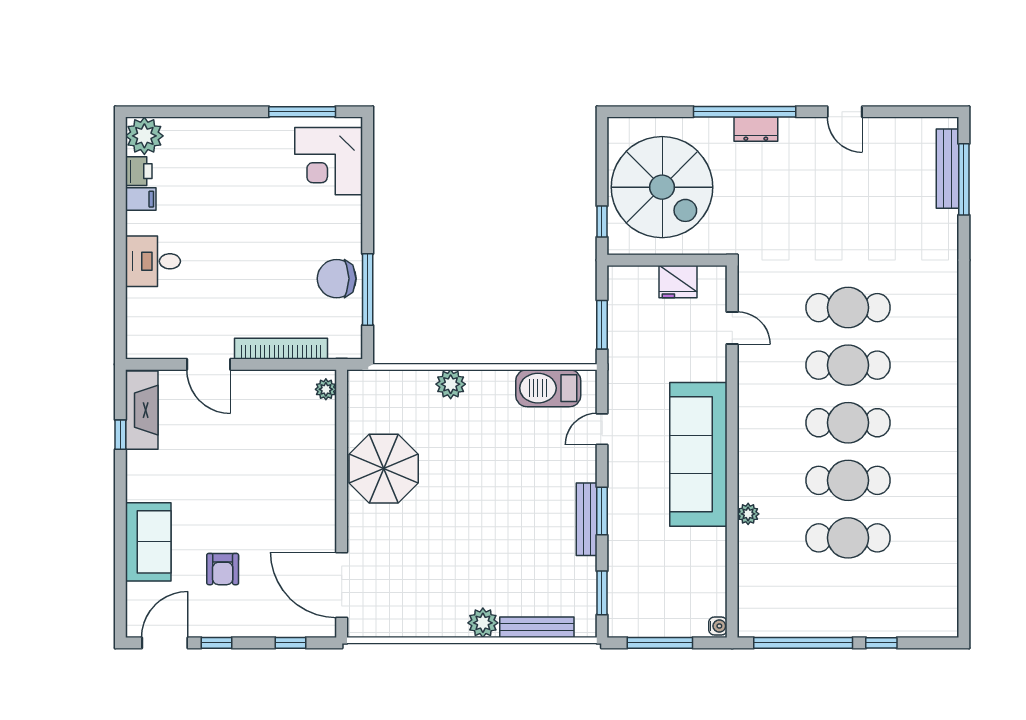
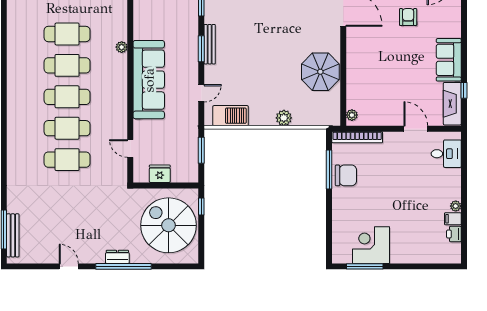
plant: (144, 136) -> (456, 206), moved, width x0.53, depth x0.53
corner desk: (329, 161) -> (371, 245), moved, turned -90
desk: (153, 261) -> (446, 154), moved
bookcase: (281, 349) -> (357, 137), moved
sofa: (148, 542) -> (449, 60), moved

